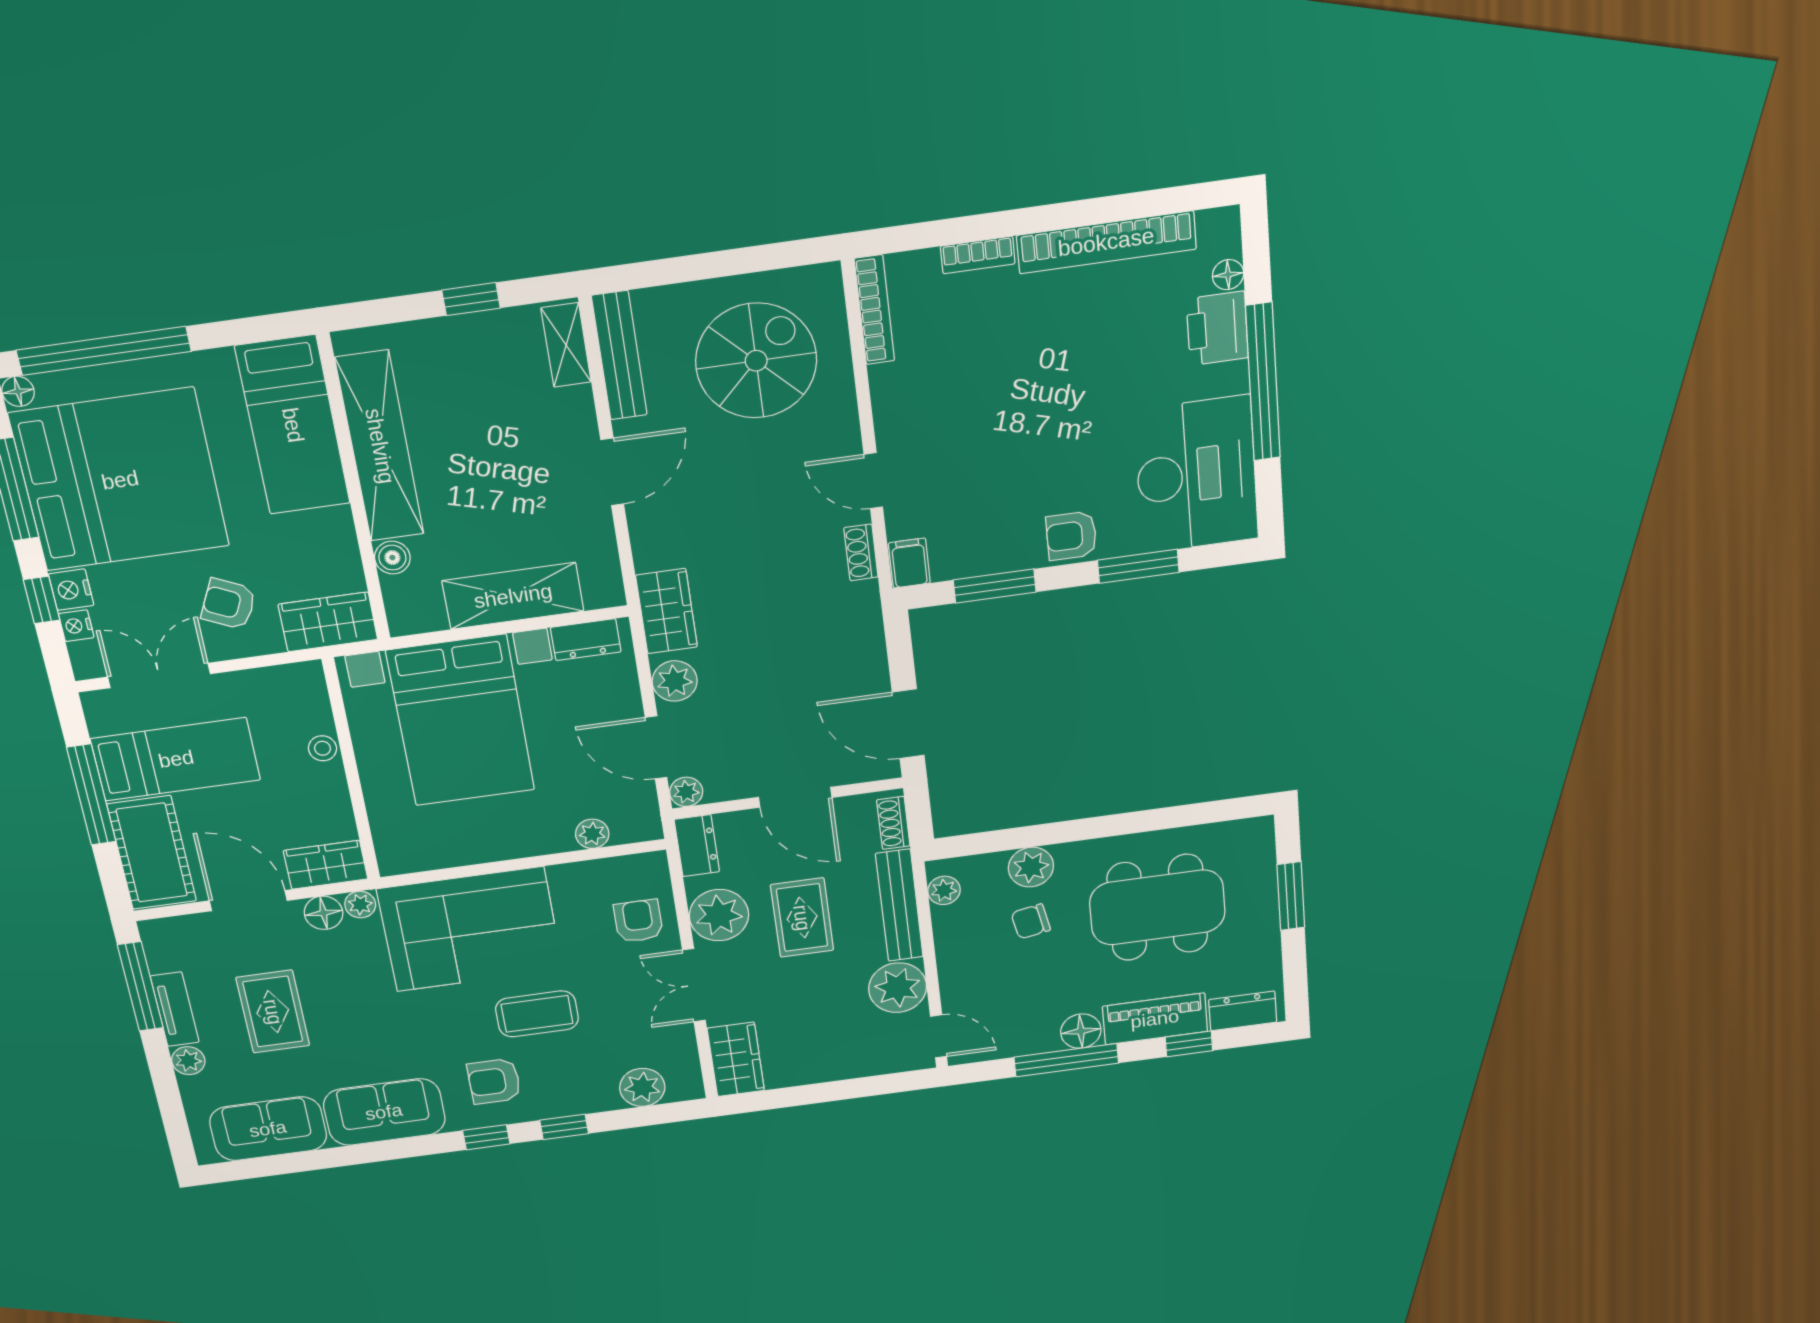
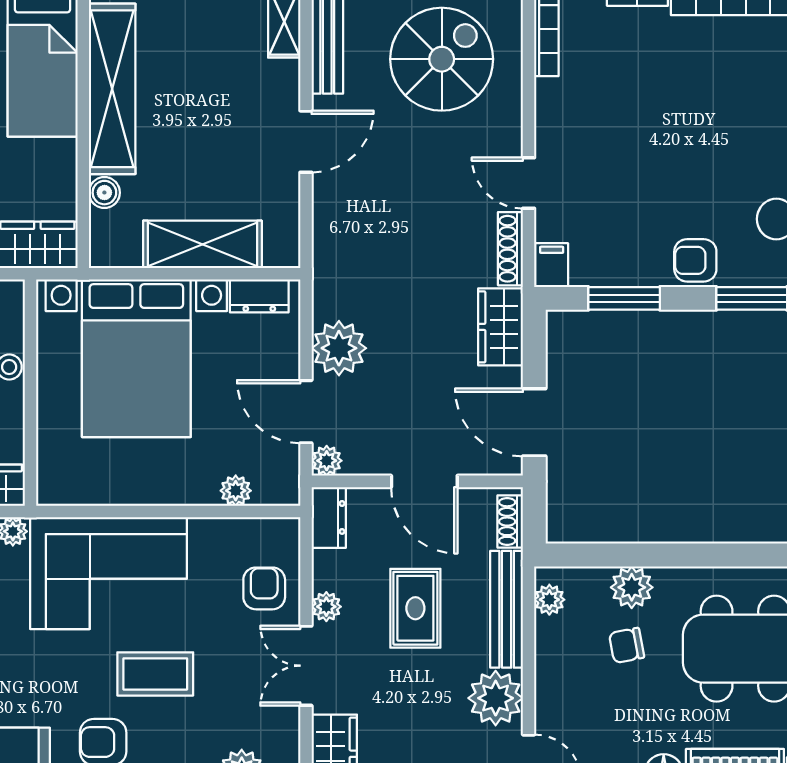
shoe rack: (861, 552) -> (510, 249), width x1.43
wardrobe: (667, 611) -> (501, 327), moved, turned 180
plant: (675, 681) -> (339, 348), width x1.36, depth x1.36
plant: (719, 915) -> (326, 607), width x0.53, depth x0.53

